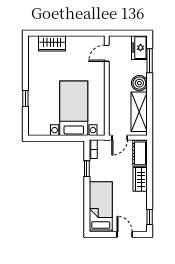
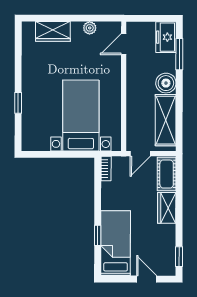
plant: (81, 41) -> (90, 28), added
window: (87, 169) -> (98, 235), moved

